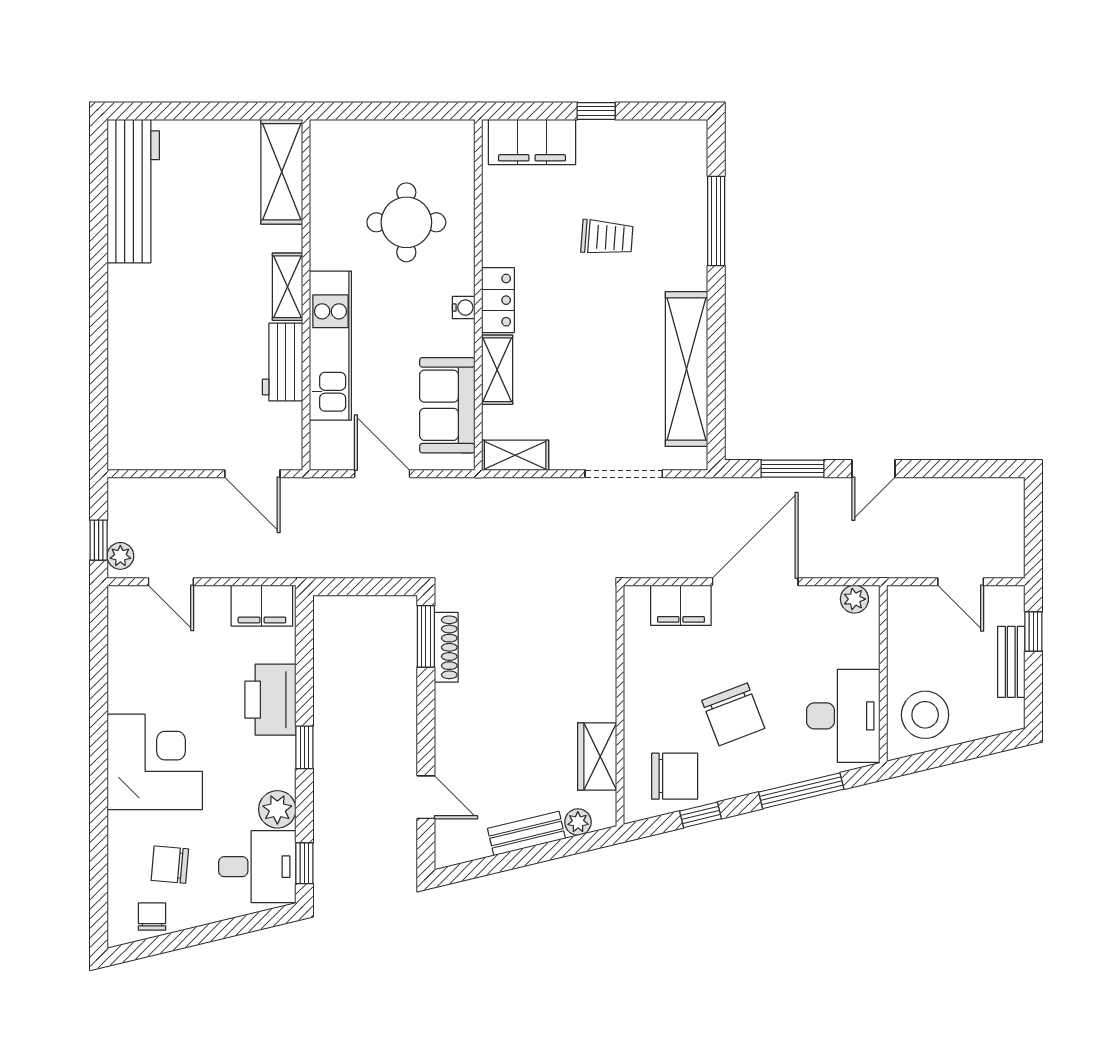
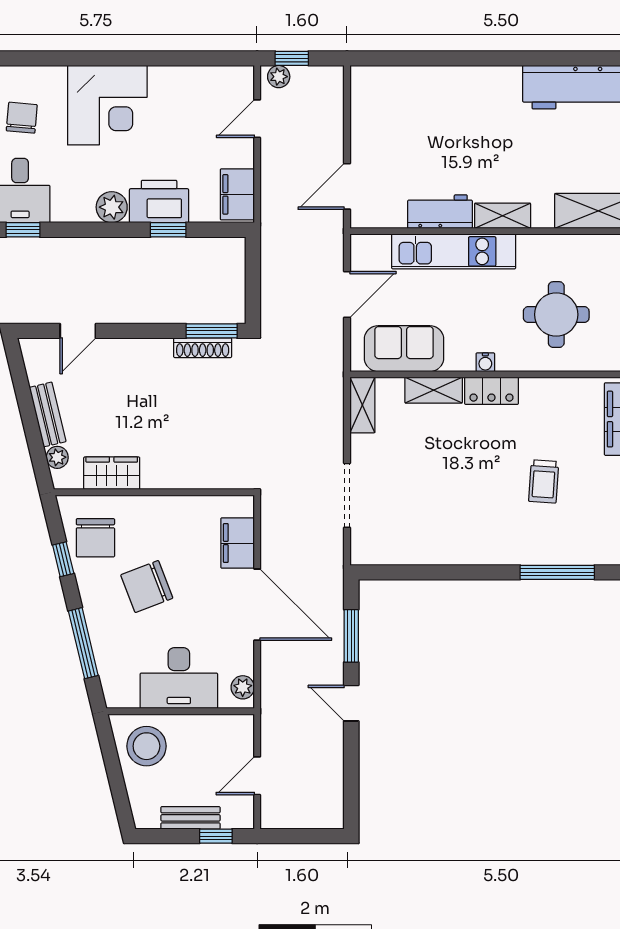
shelving: (687, 369) -> (434, 548), removed
desk: (843, 716) -> (179, 678), moved
window: (304, 747) -> (168, 230), moved
plant: (277, 809) -> (112, 207), moved

